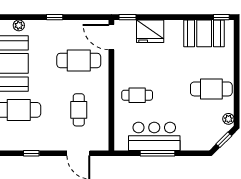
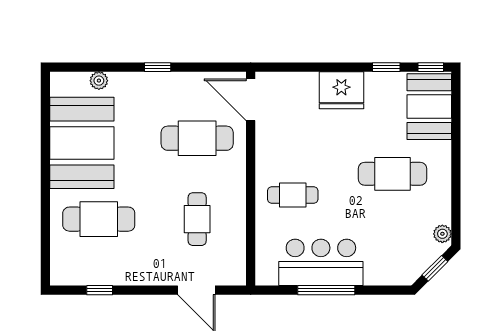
window: (128, 17) -> (386, 67), moved
fridge: (150, 31) -> (341, 90), moved
booth: (204, 33) -> (429, 107), moved, turned 90
cafe table: (211, 89) -> (392, 174), moved
window: (31, 153) -> (100, 290), moved

